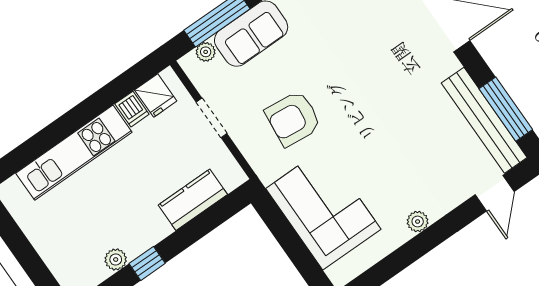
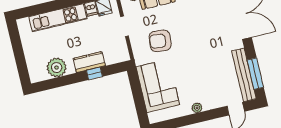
kitchen counter: (193, 200) -> (89, 62), moved
plant: (116, 259) -> (57, 67), width x1.88, depth x1.88
window: (147, 263) -> (94, 73), moved

